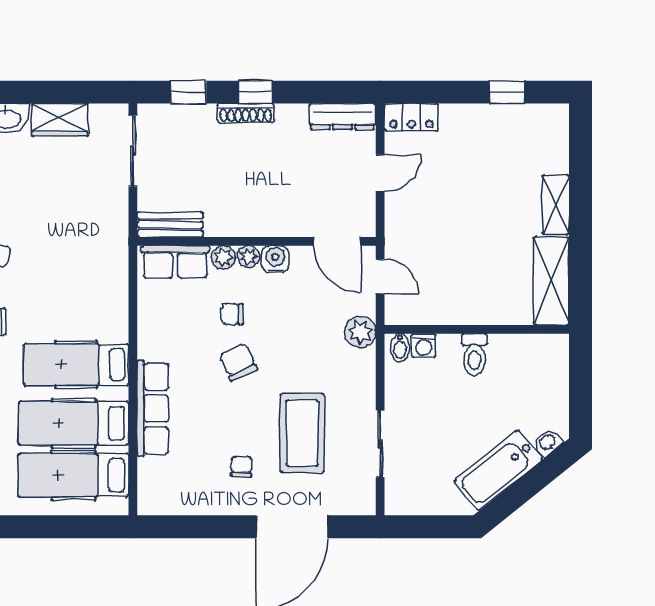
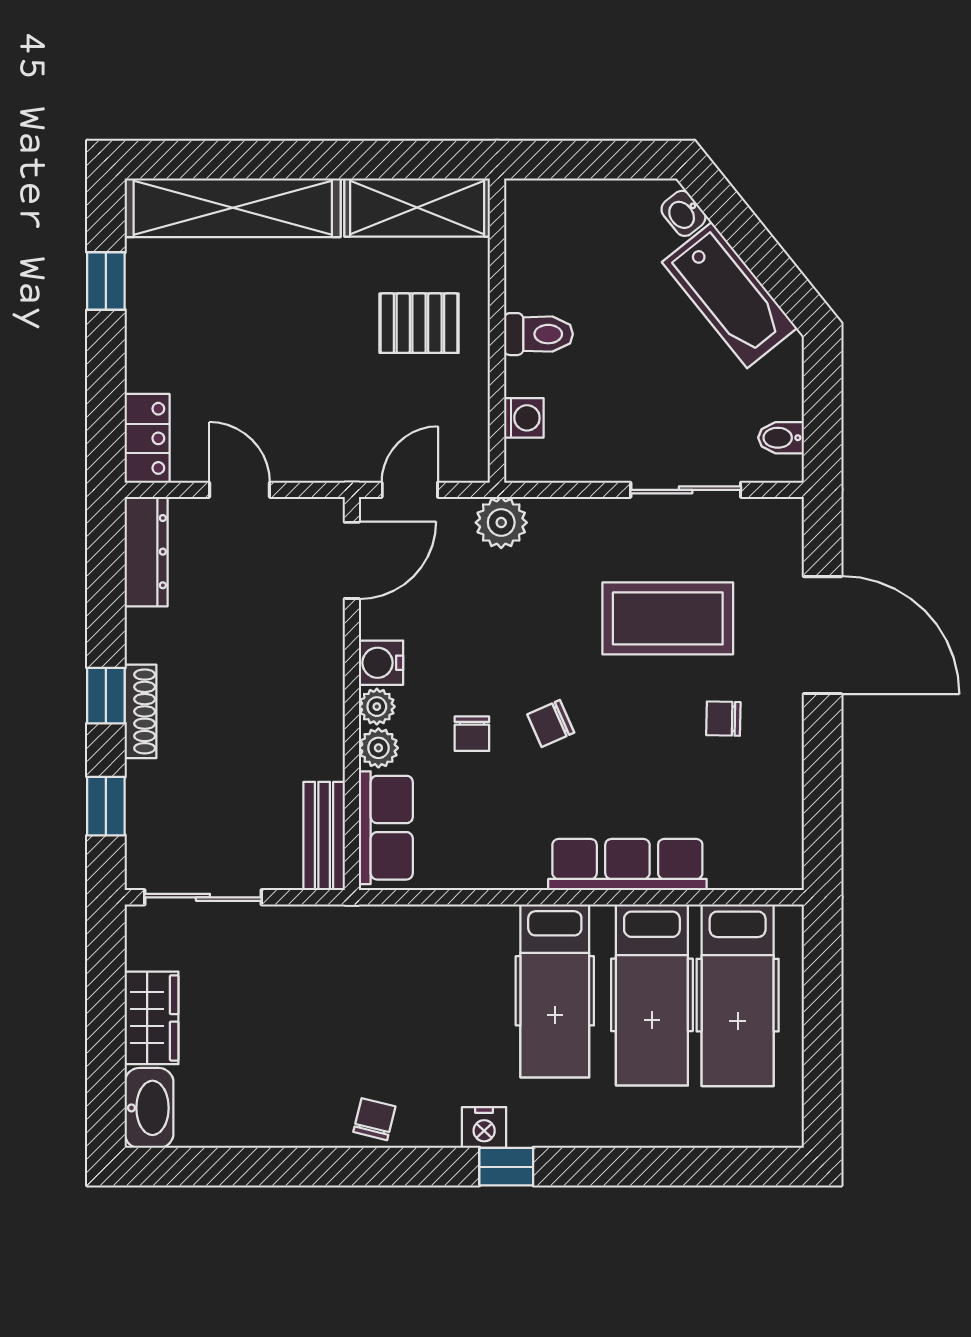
shelving: (556, 205) -> (233, 208), width x2.20, depth x1.33
pallet: (481, 282) -> (419, 323), added
bidet: (400, 348) -> (781, 438), moved, turned 180
chair: (238, 362) -> (551, 724), width x0.73, depth x0.73

